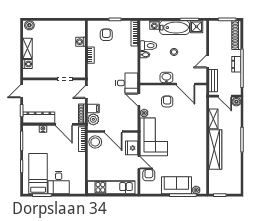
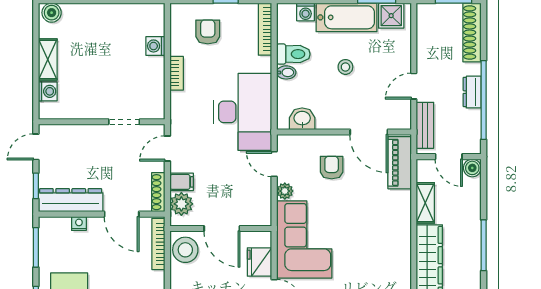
washbasin: (166, 77) -> (302, 119), moved
desk: (127, 83) -> (243, 112), width x1.87, depth x1.30
piano: (201, 99) -> (400, 163), added

